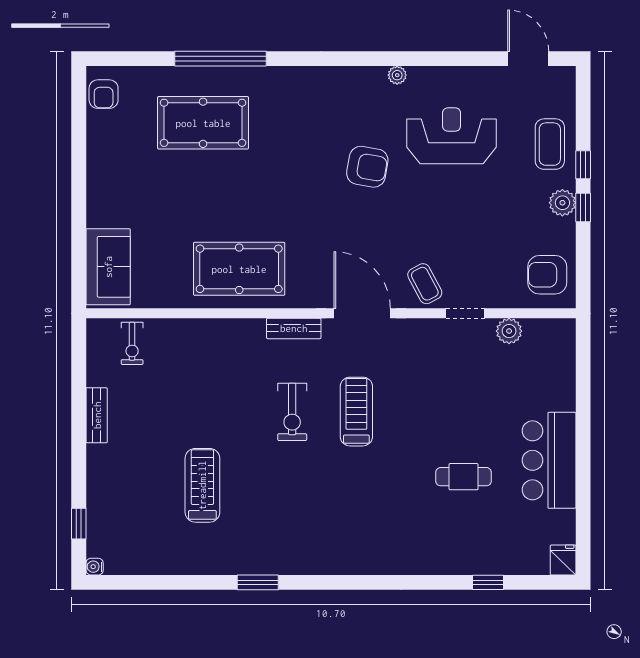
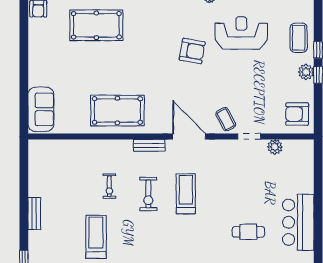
exercise bike: (132, 343) -> (109, 186), moved
bench: (97, 415) -> (34, 214), moved

